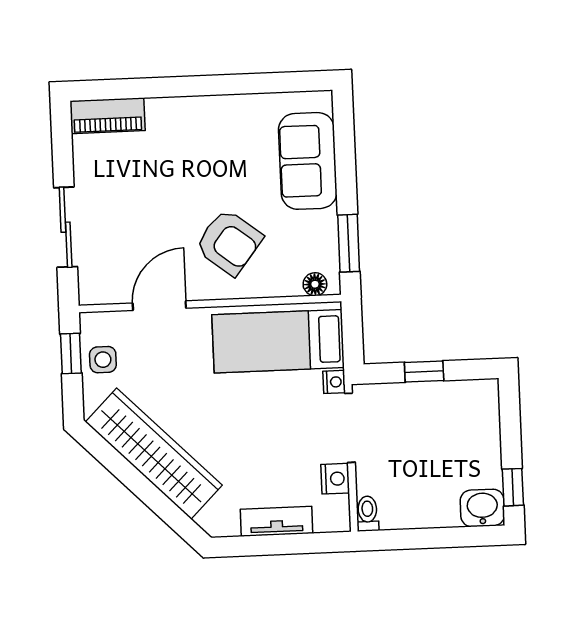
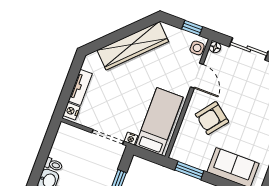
floor lamp: (315, 284) -> (215, 47), moved
side table: (103, 360) -> (197, 48), moved
nightstand: (335, 479) -> (71, 111), moved, turned 90
toilet: (368, 514) -> (54, 165), moved

